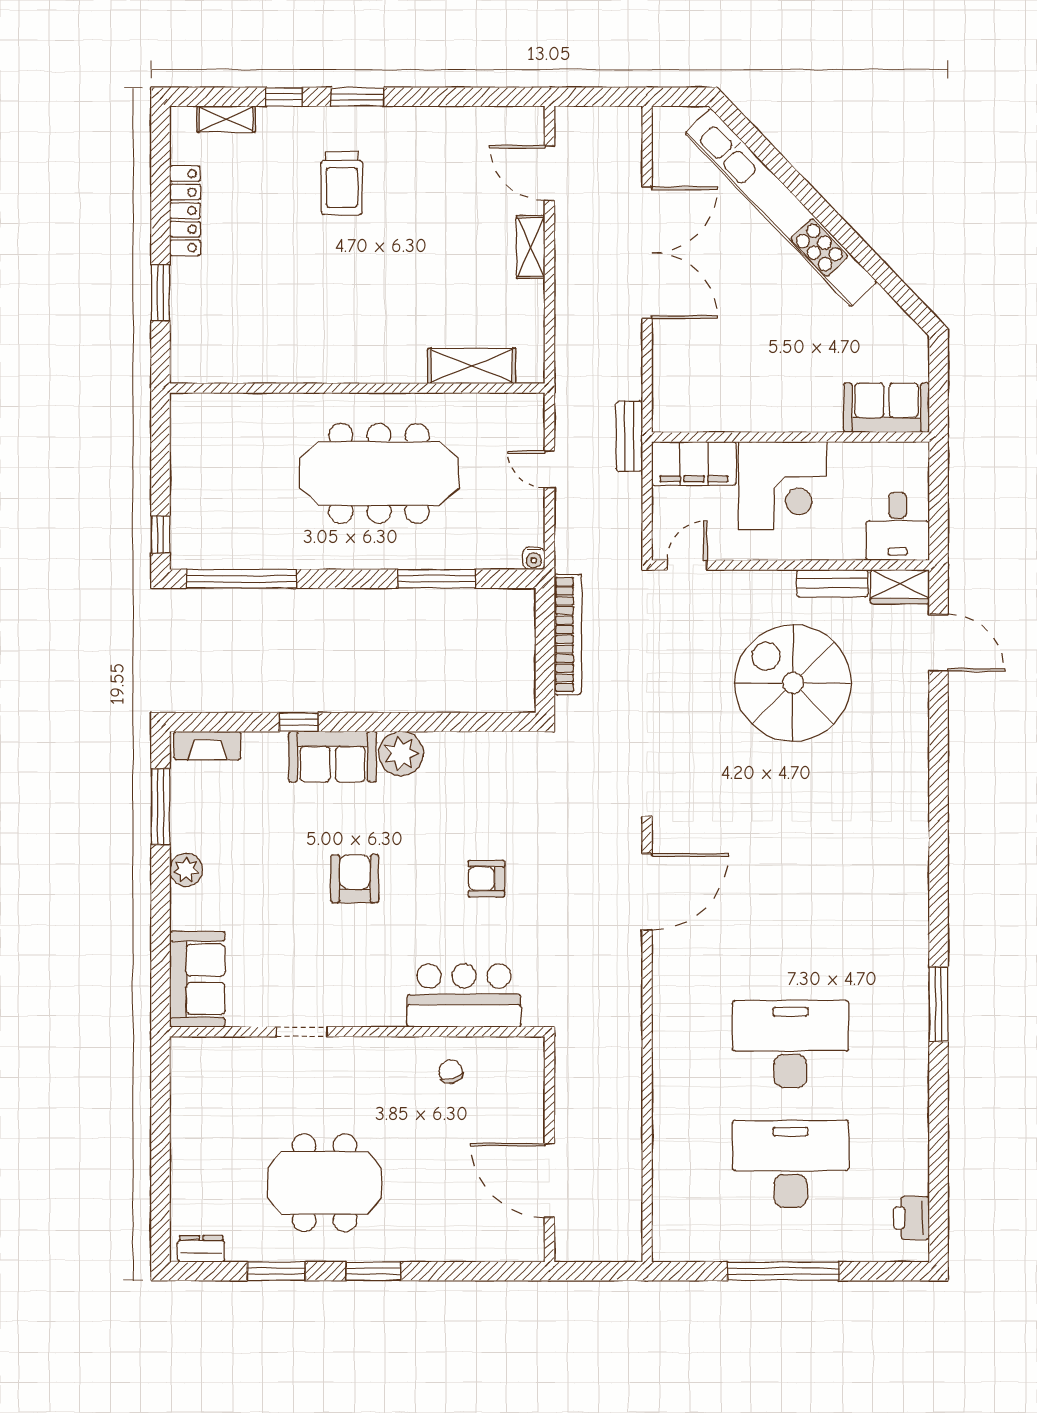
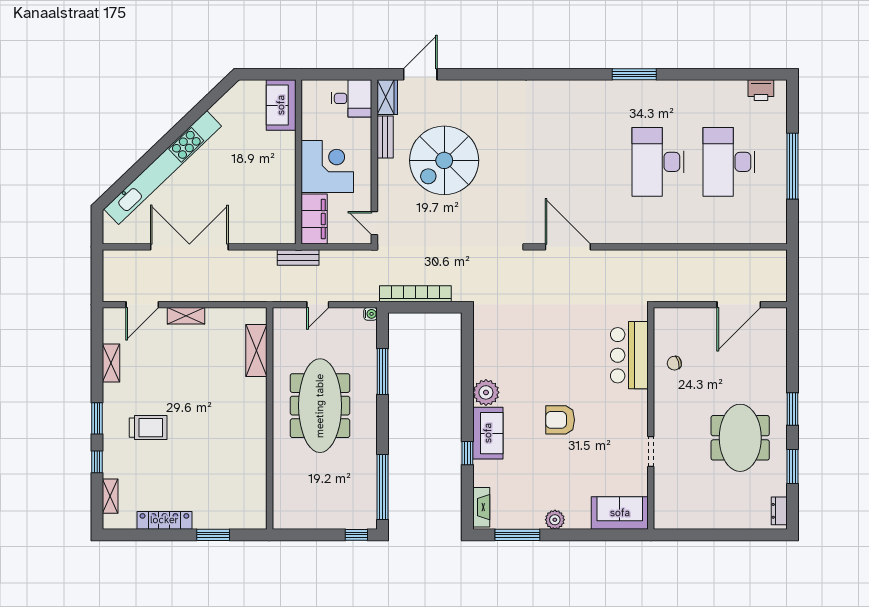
shelving: (451, 120) -> (111, 363), added
armchair: (486, 879) -> (560, 342), removed

